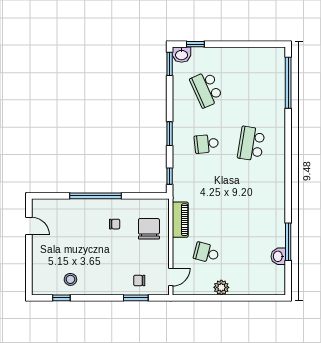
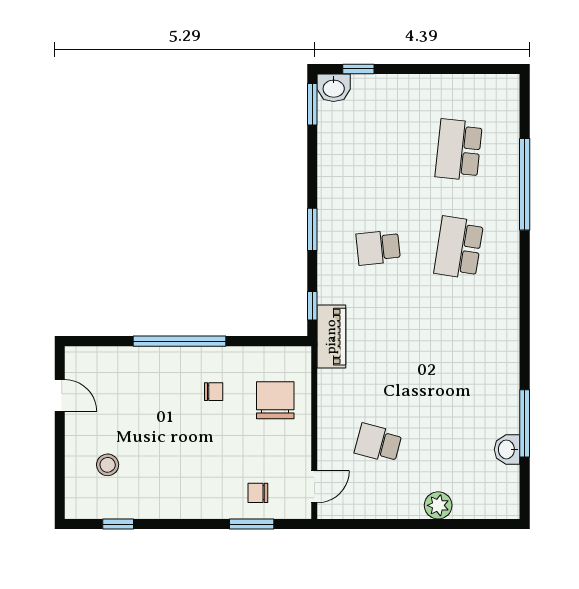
window: (288, 83) -> (525, 184), moved
school desk: (206, 89) -> (459, 150), moved, turned 30
piano: (180, 220) -> (331, 337), moved
stool: (70, 279) -> (108, 465), moved
plant: (221, 287) -> (438, 505), moved

